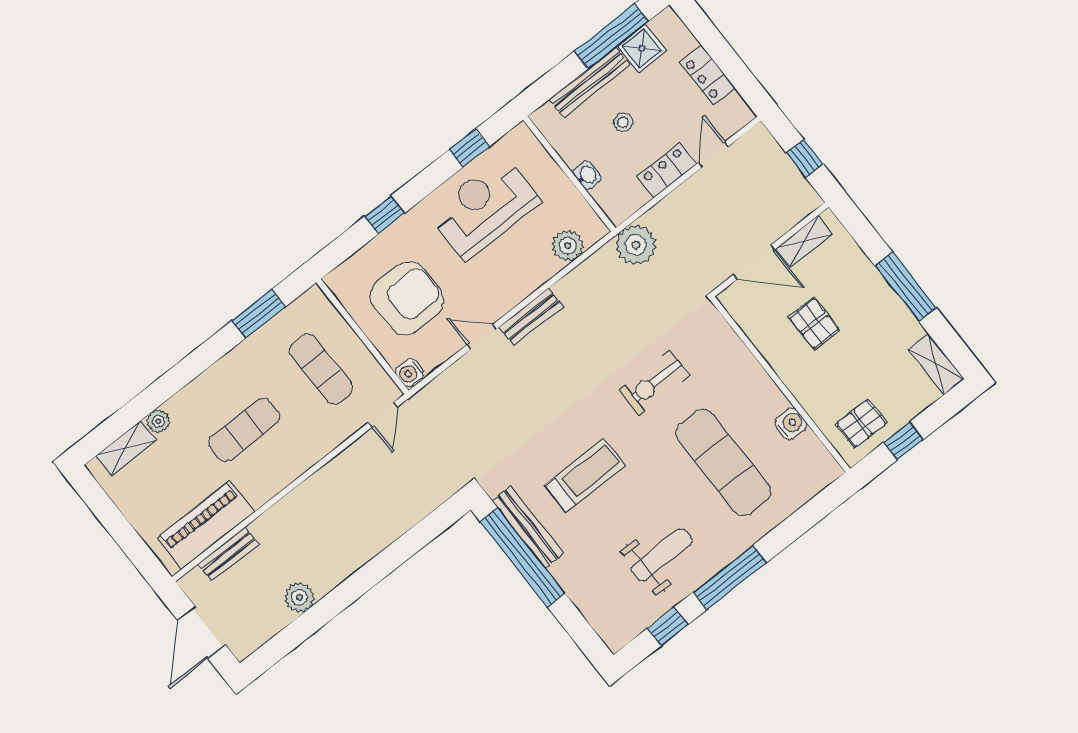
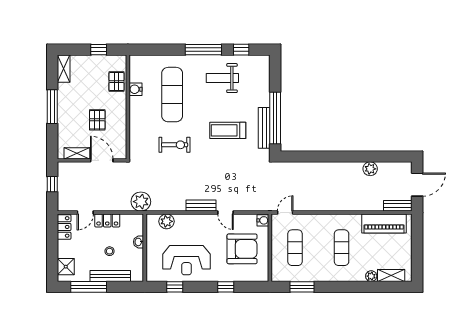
shower: (642, 48) -> (66, 267), moved
locker: (707, 75) -> (64, 227), moved
armchair: (407, 298) -> (242, 249), turned 180
pallet: (861, 423) -> (117, 82), moved, turned 90
exercise mat: (244, 430) -> (342, 248), turned 90
bench: (228, 554) -> (398, 206), moved

